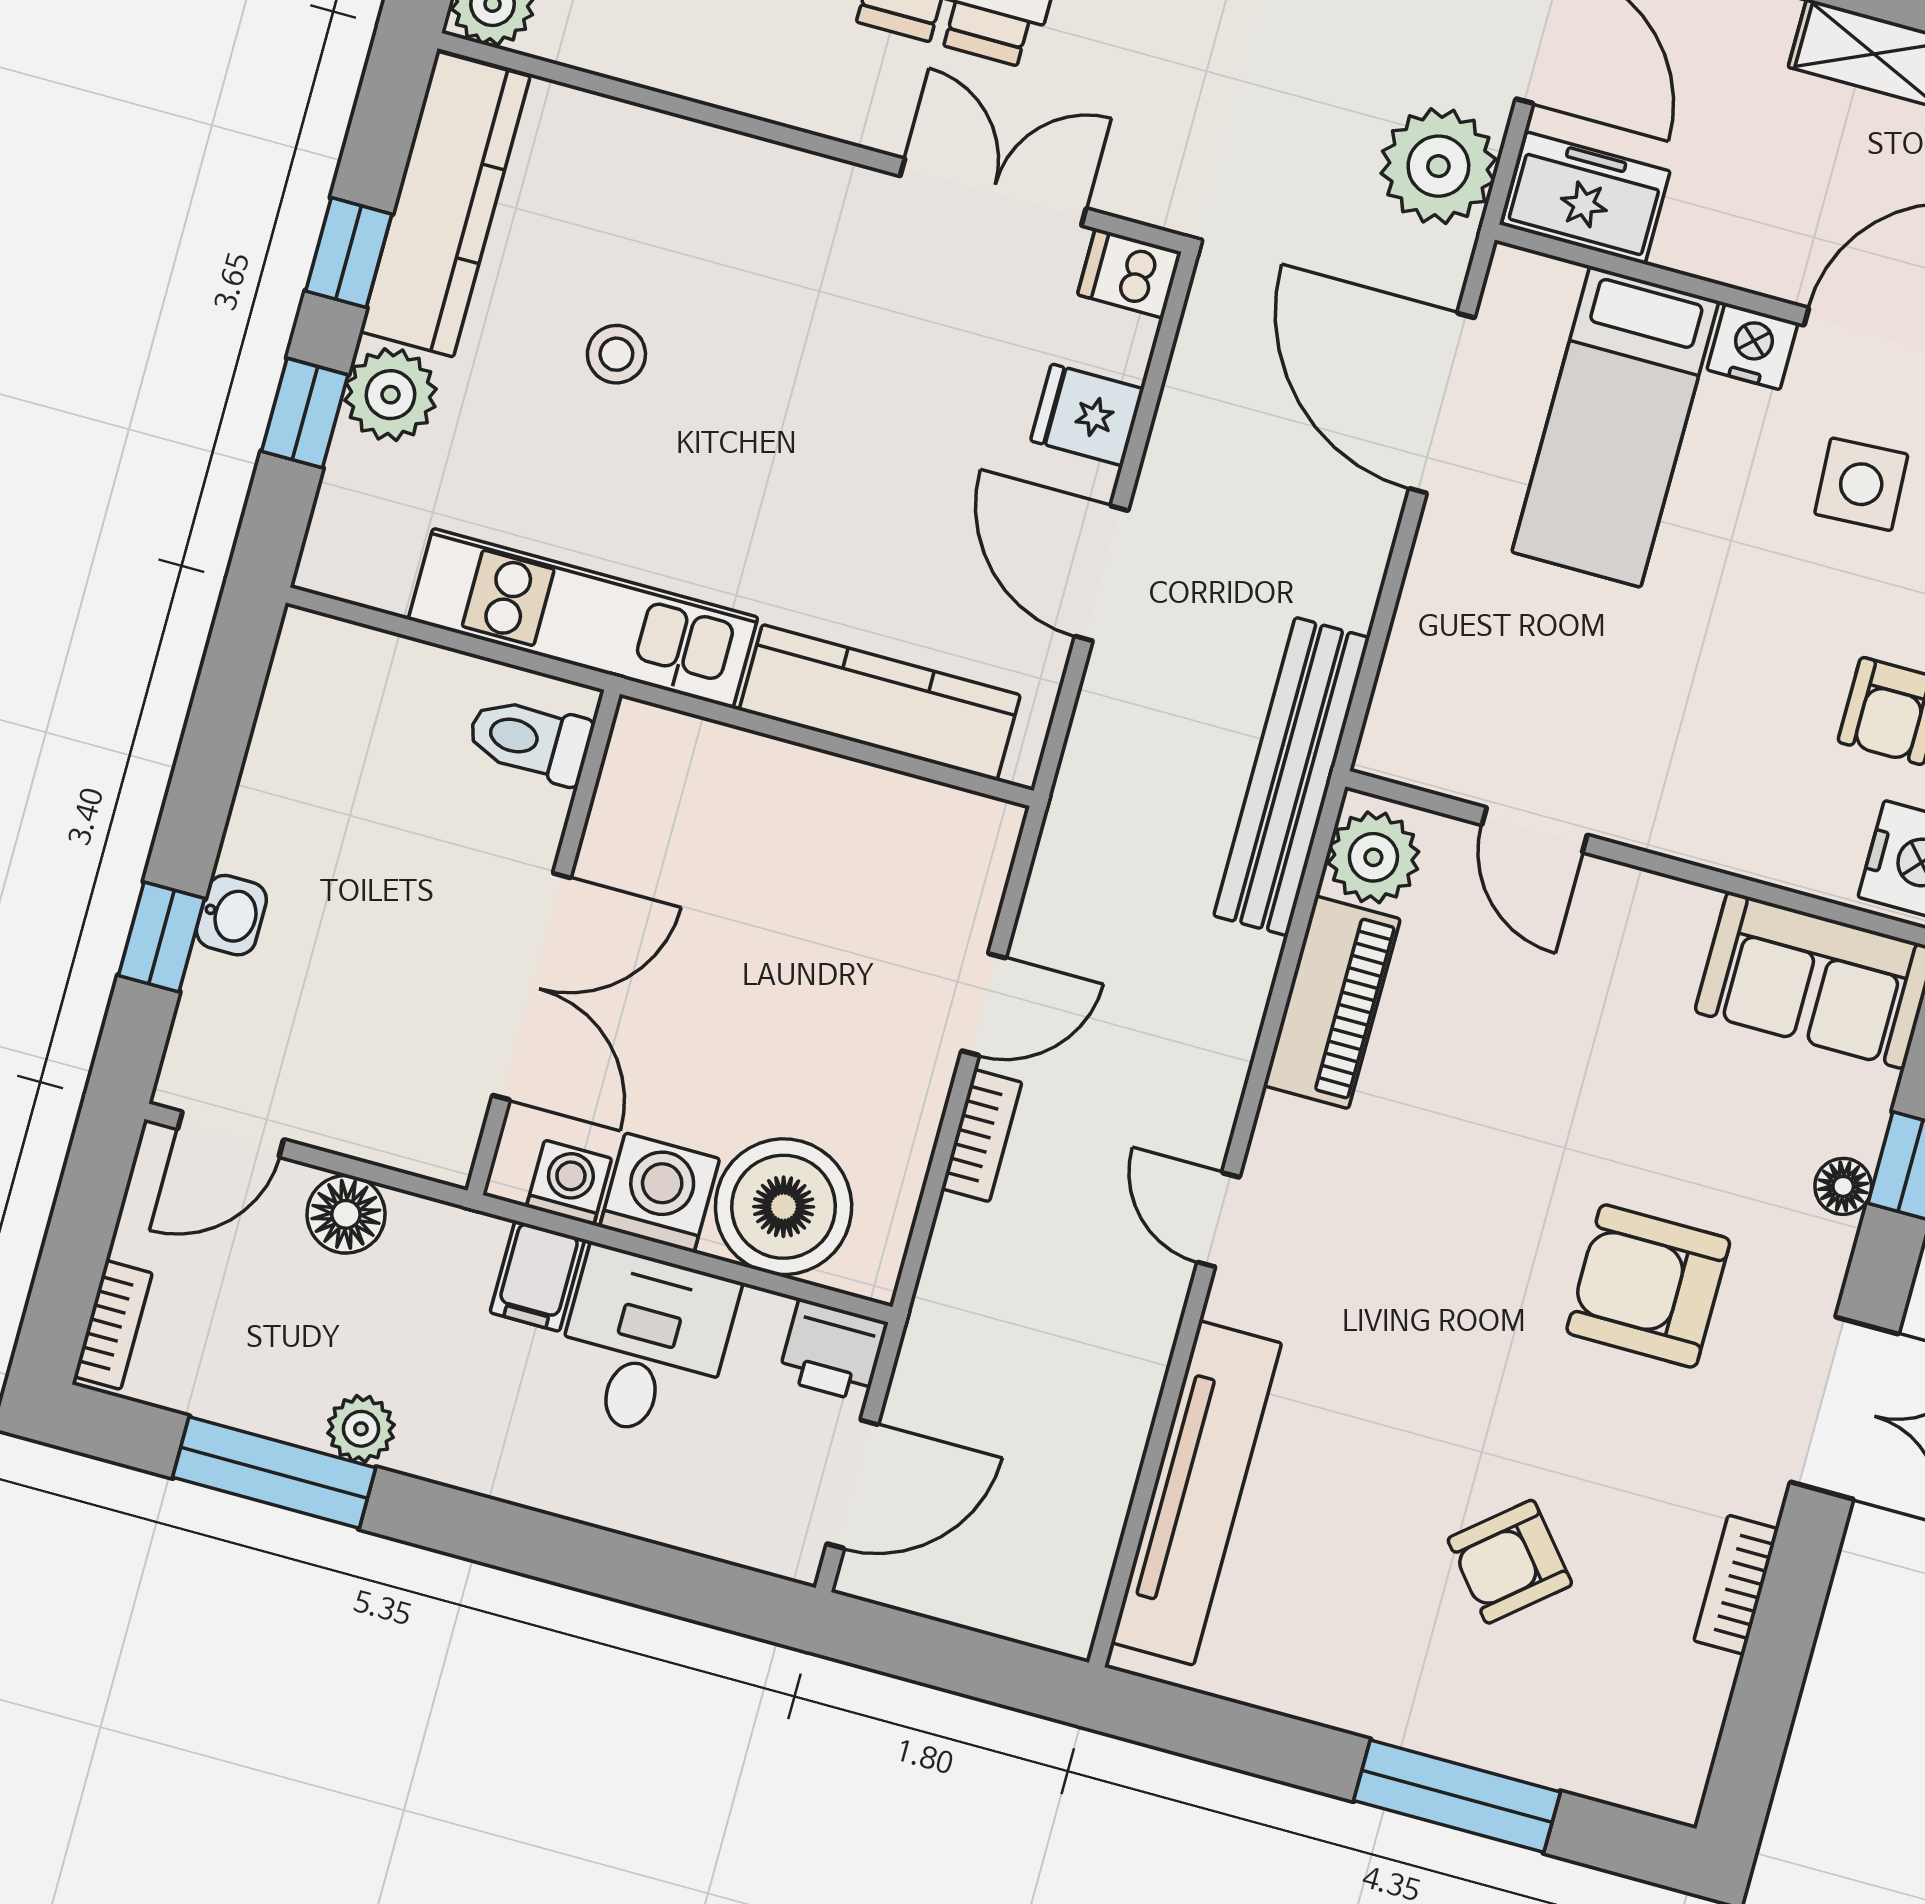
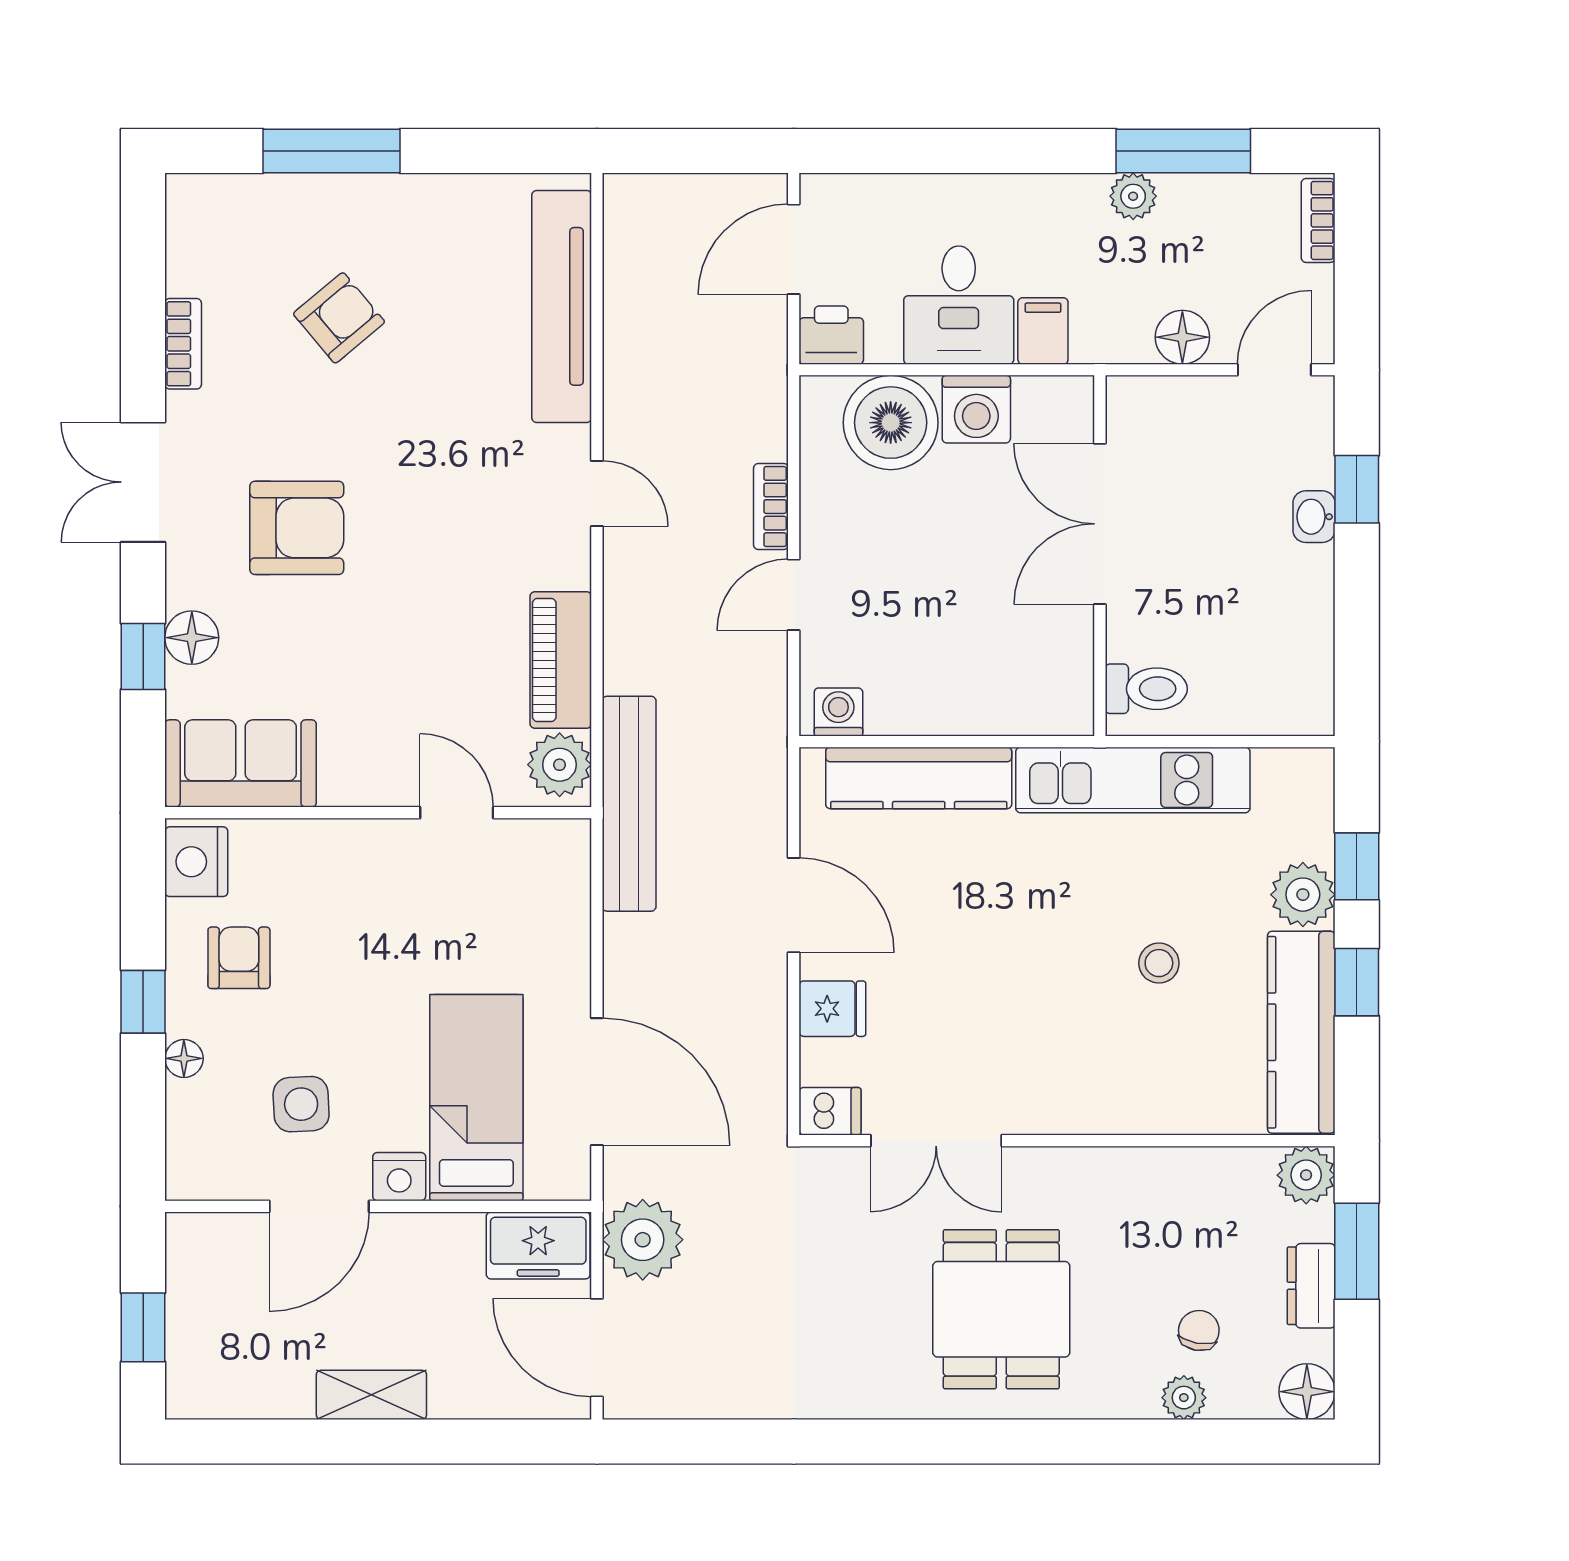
washing machine: (569, 1183) -> (838, 712), moved, turned 180
floor lamp: (1843, 1186) -> (192, 638), width x1.37, depth x1.37

